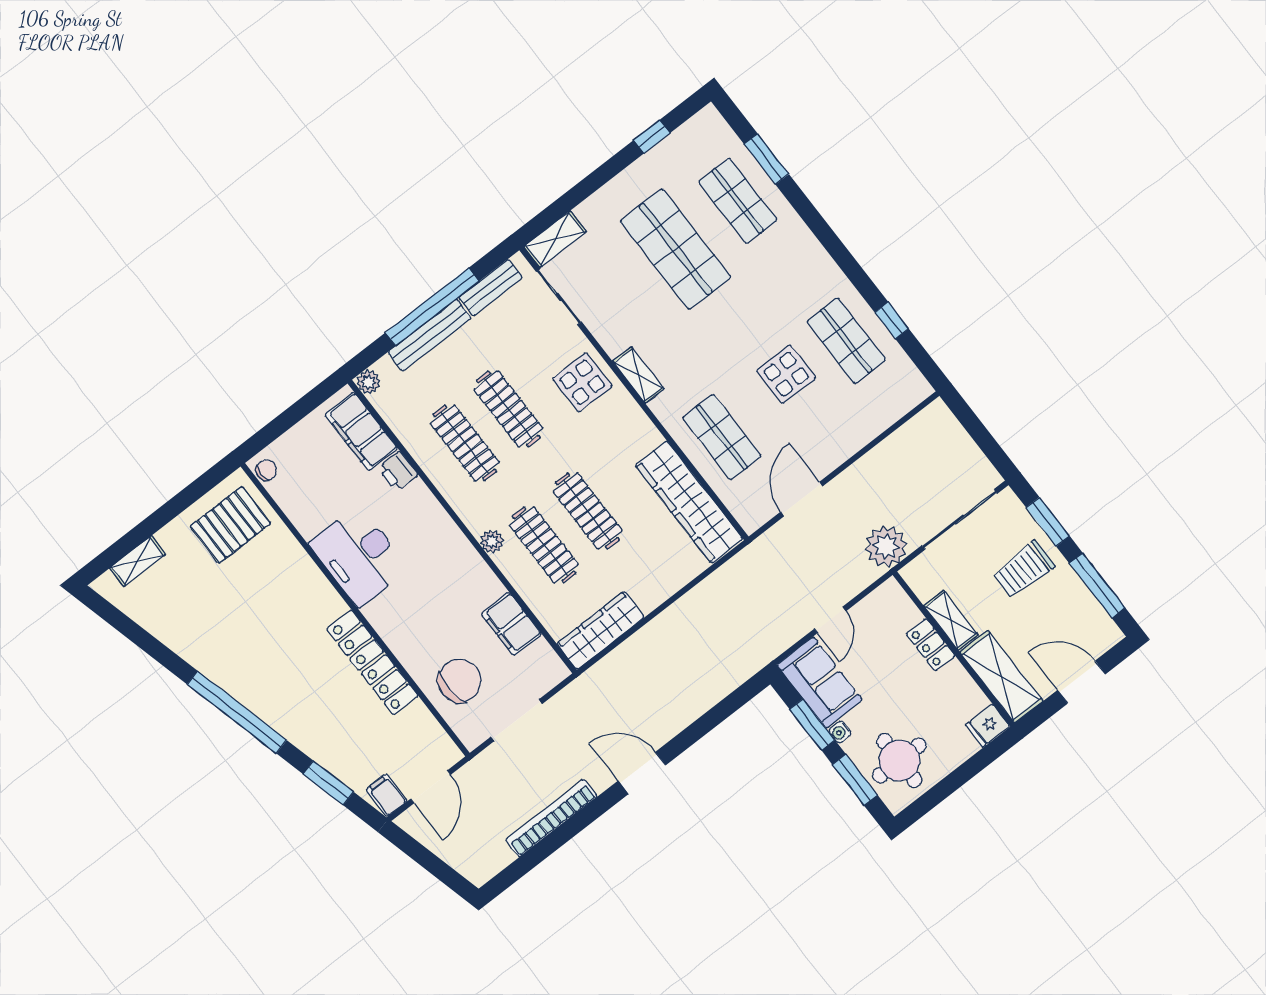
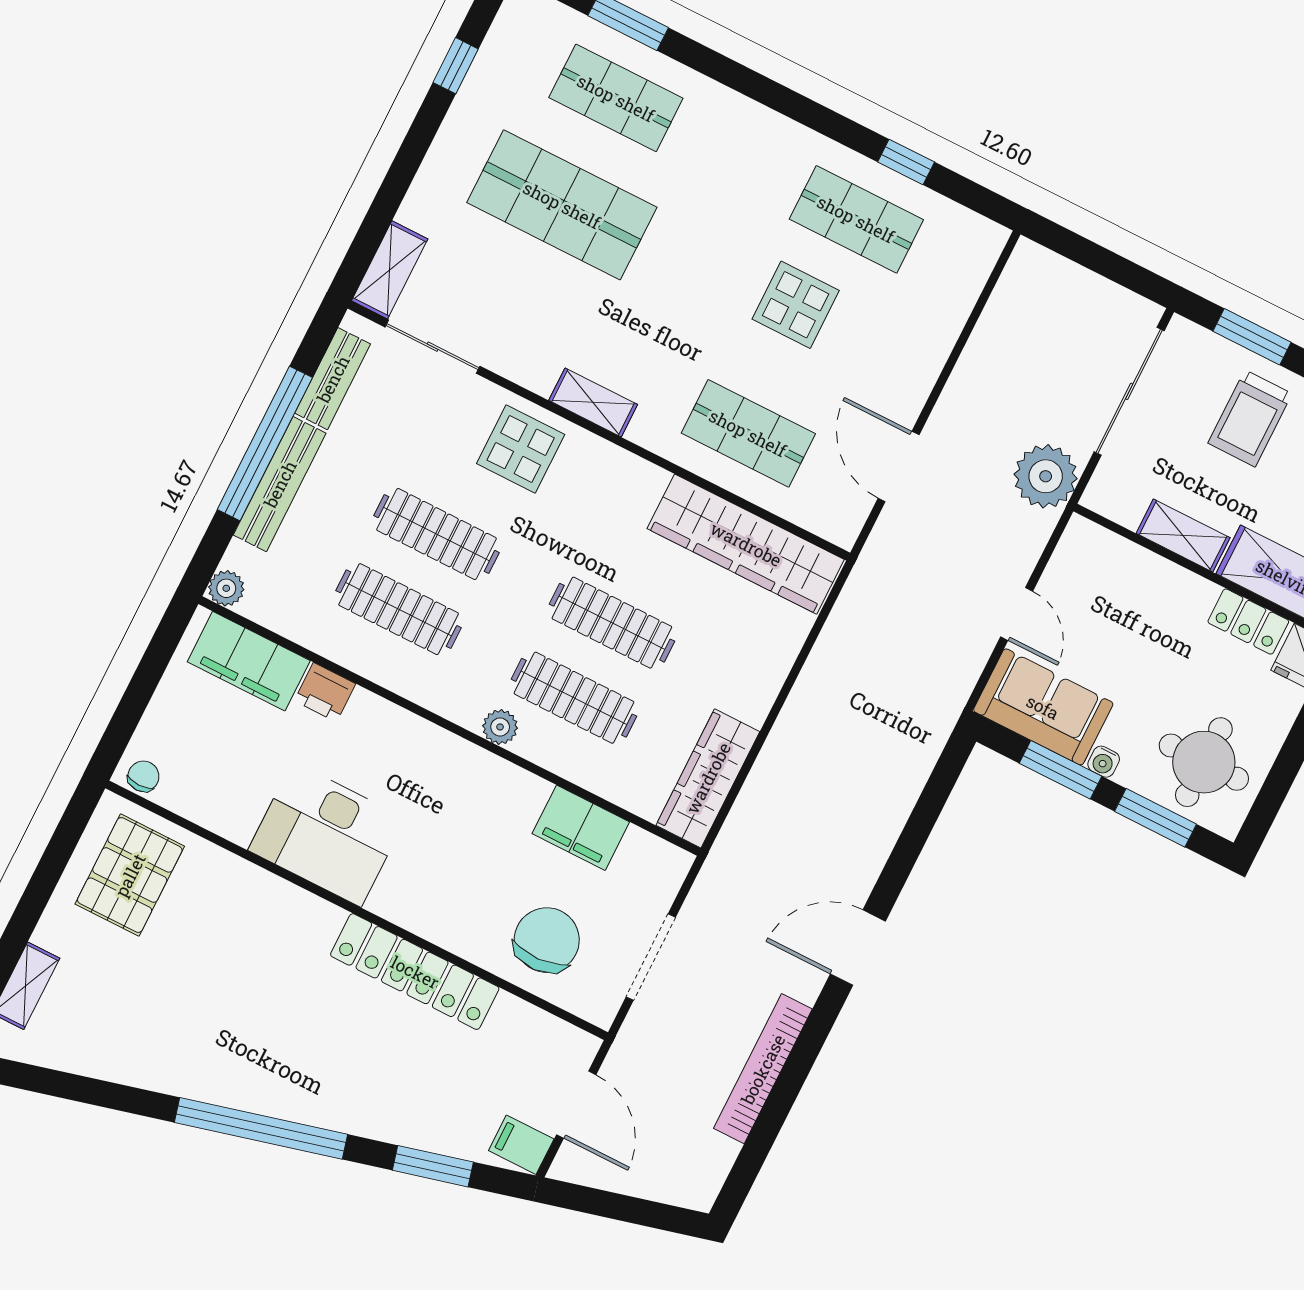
locker: (931, 645) -> (1248, 622), moved

